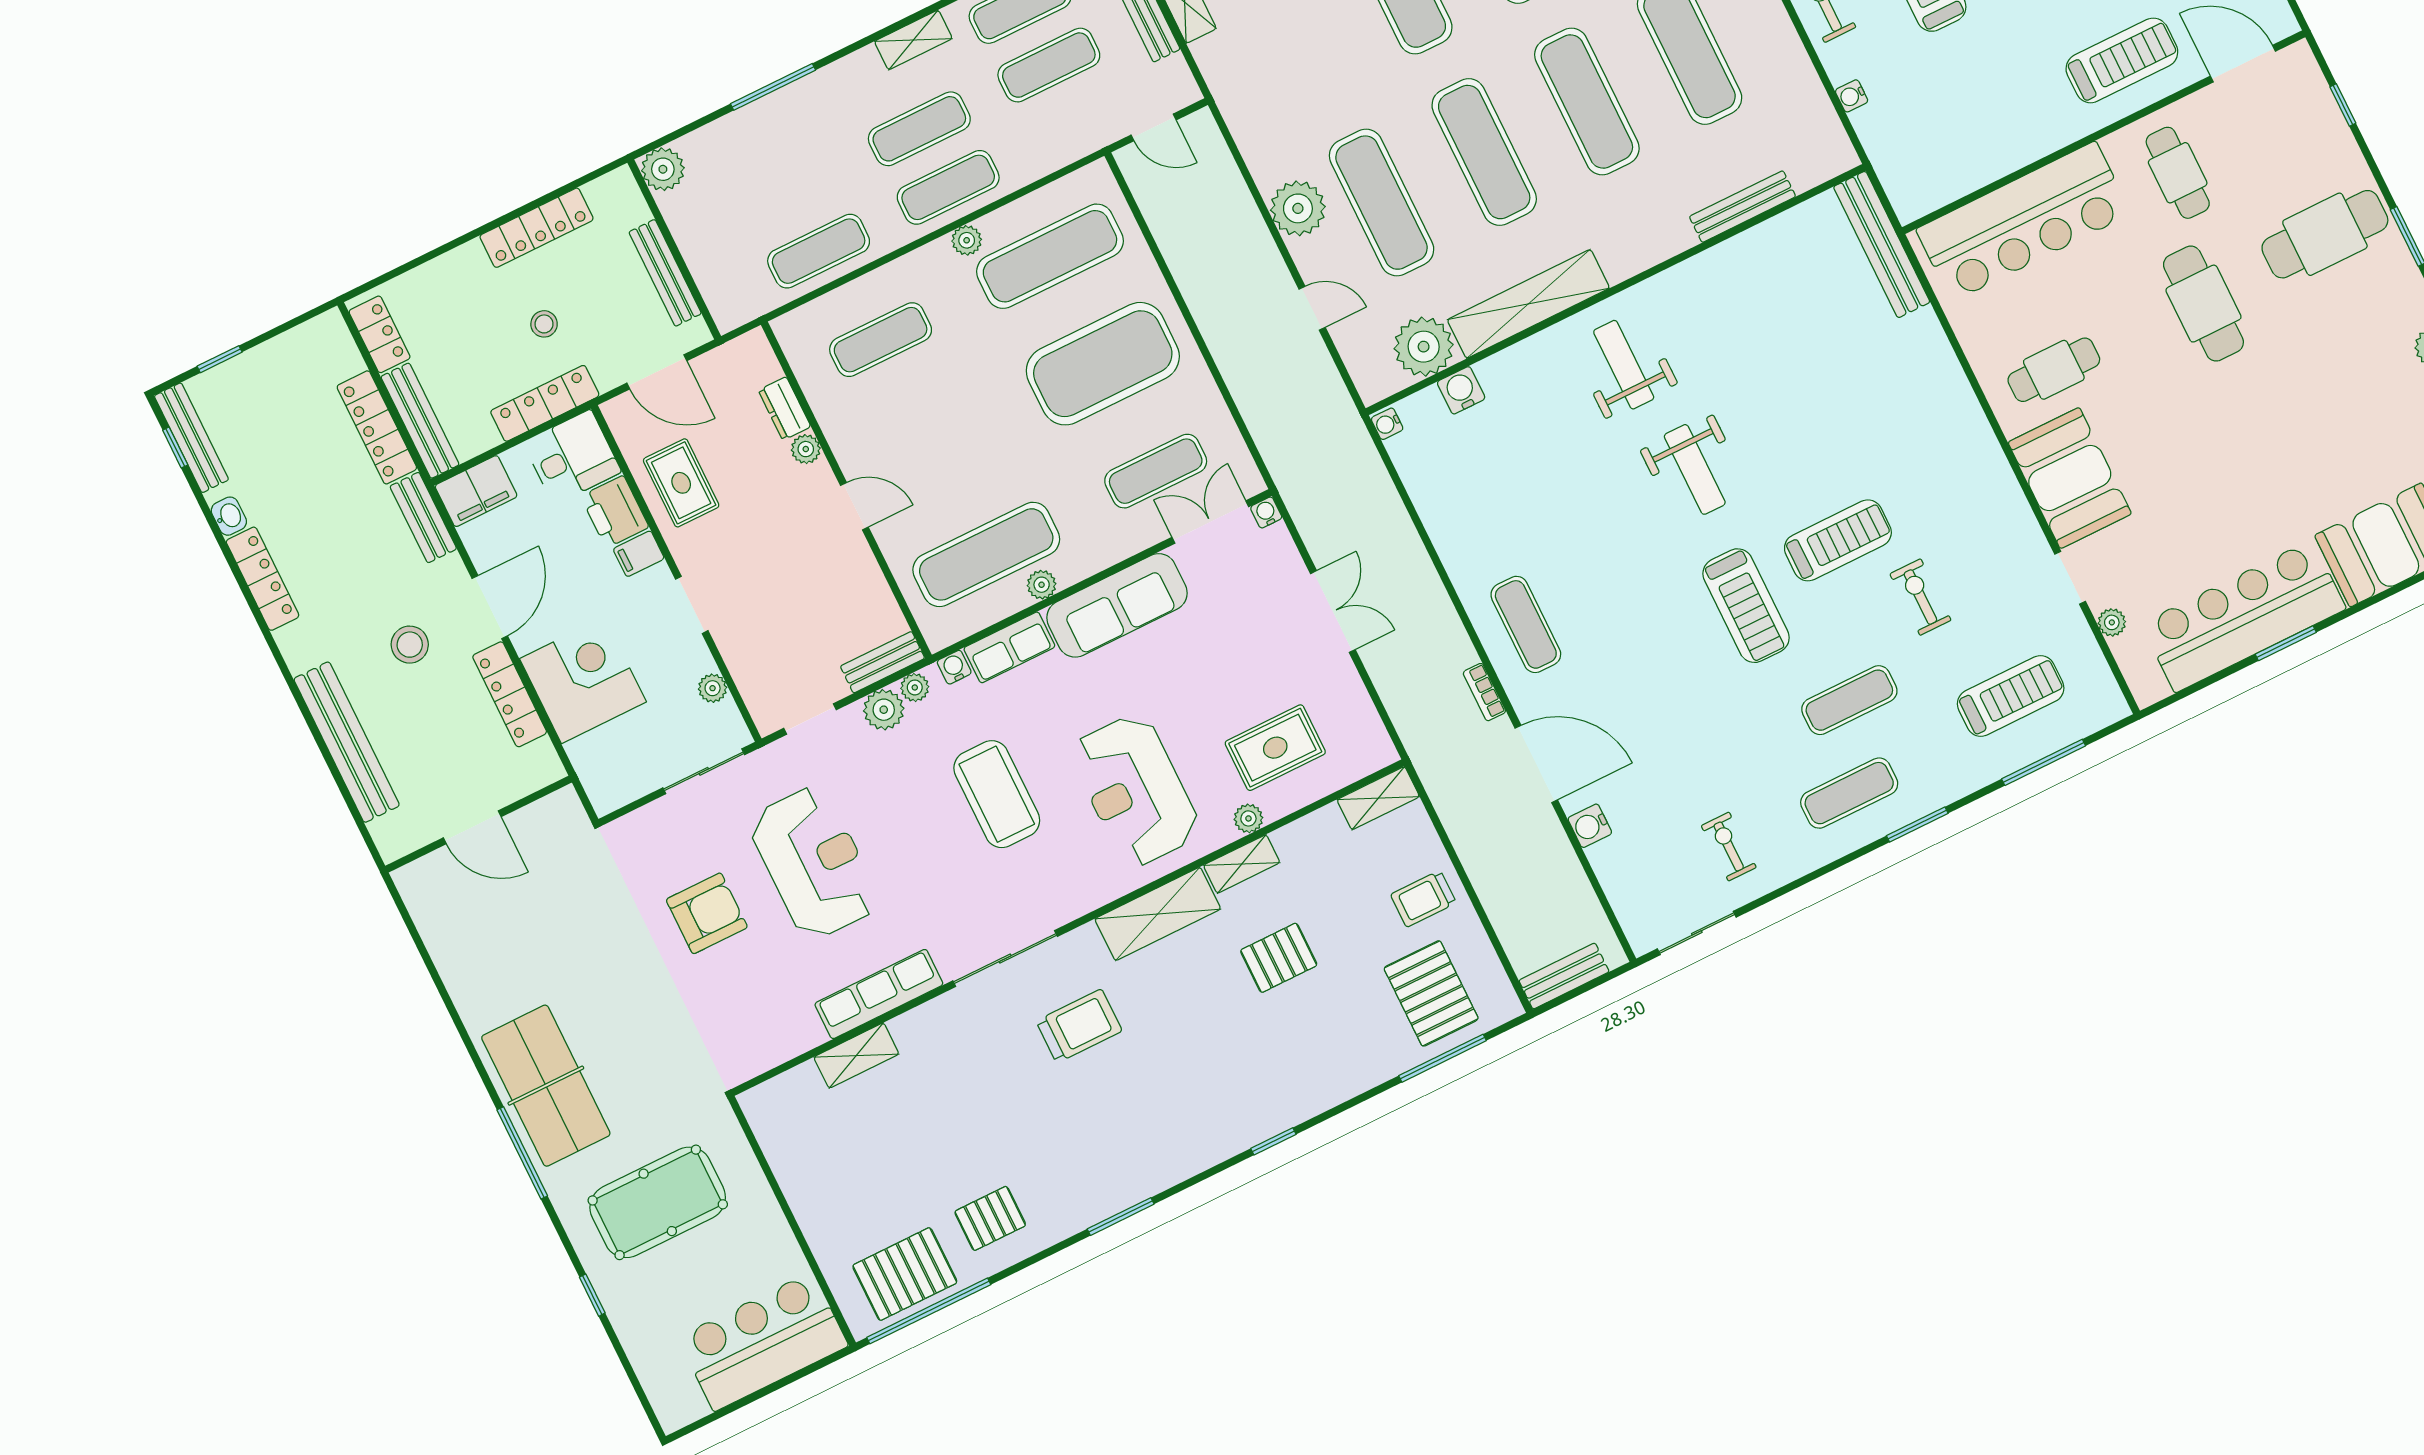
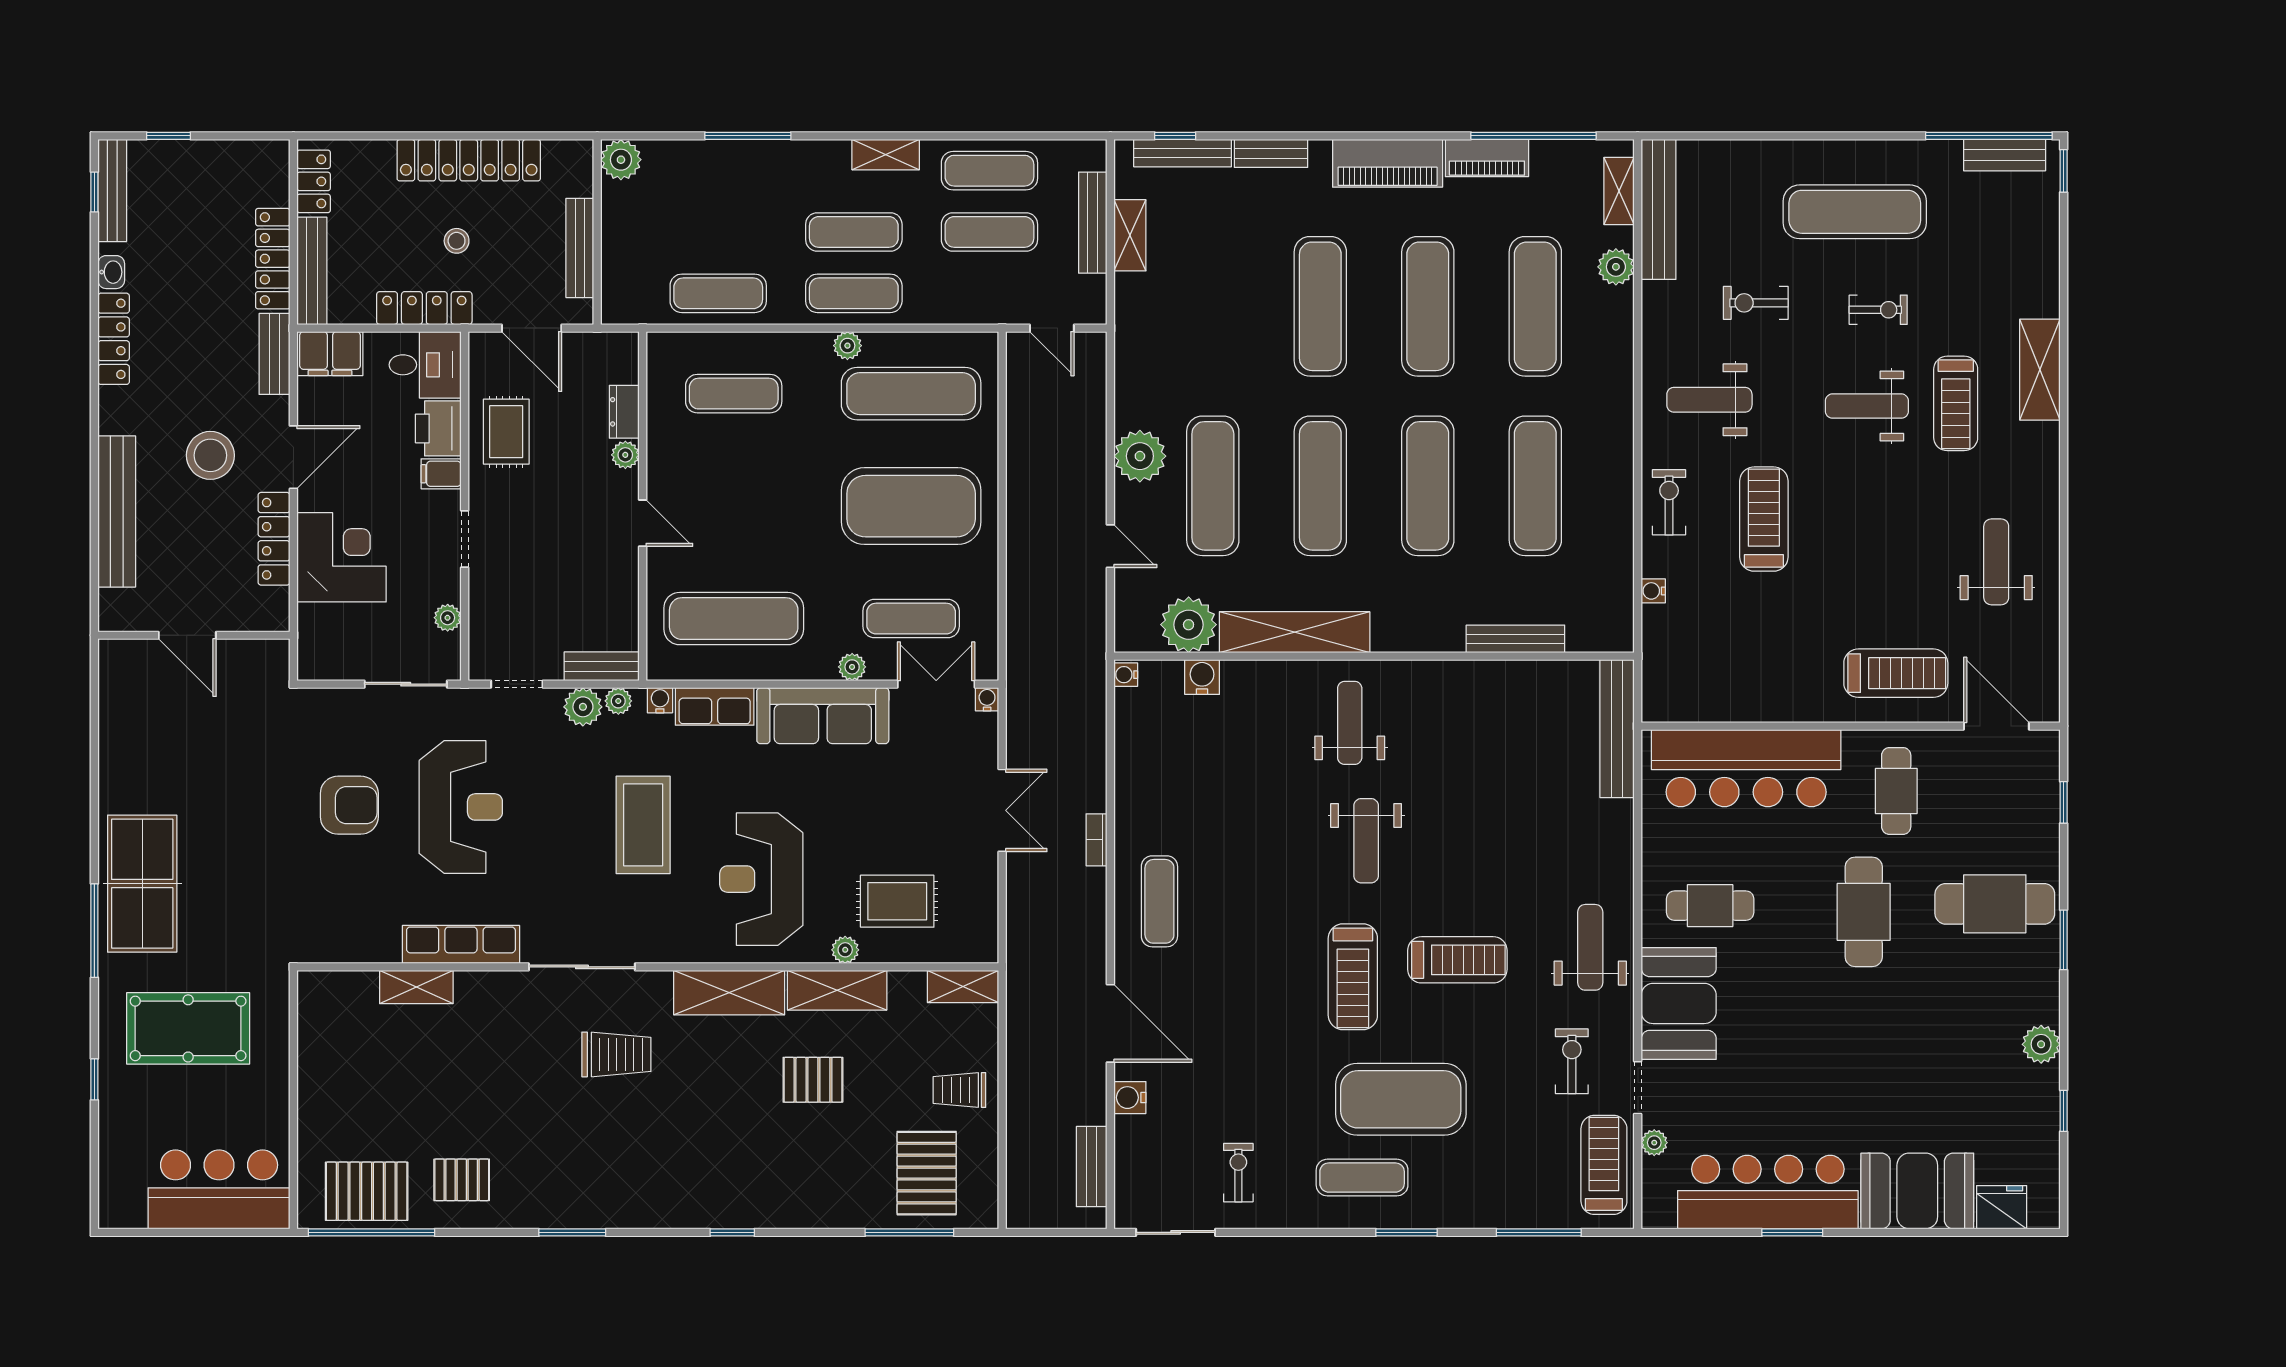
locker: (537, 228) -> (469, 160), width x1.41, depth x1.21
weight bench: (1959, 466) -> (1590, 947), added
plant: (1042, 585) -> (852, 667), moved
exercise bike: (1920, 597) -> (1572, 1061), moved
stool: (410, 645) -> (210, 455), width x1.38, depth x1.38
bookcase: (1484, 692) -> (1097, 840), moved
treadmill: (2011, 696) -> (1604, 1165), moved, turned -90
exercise mat: (1849, 700) -> (1401, 1099), width x2.00, depth x1.45
shelving: (1242, 864) -> (837, 990), width x1.50, depth x1.33
bench: (1564, 976) -> (1092, 1167), moved, turned 90

